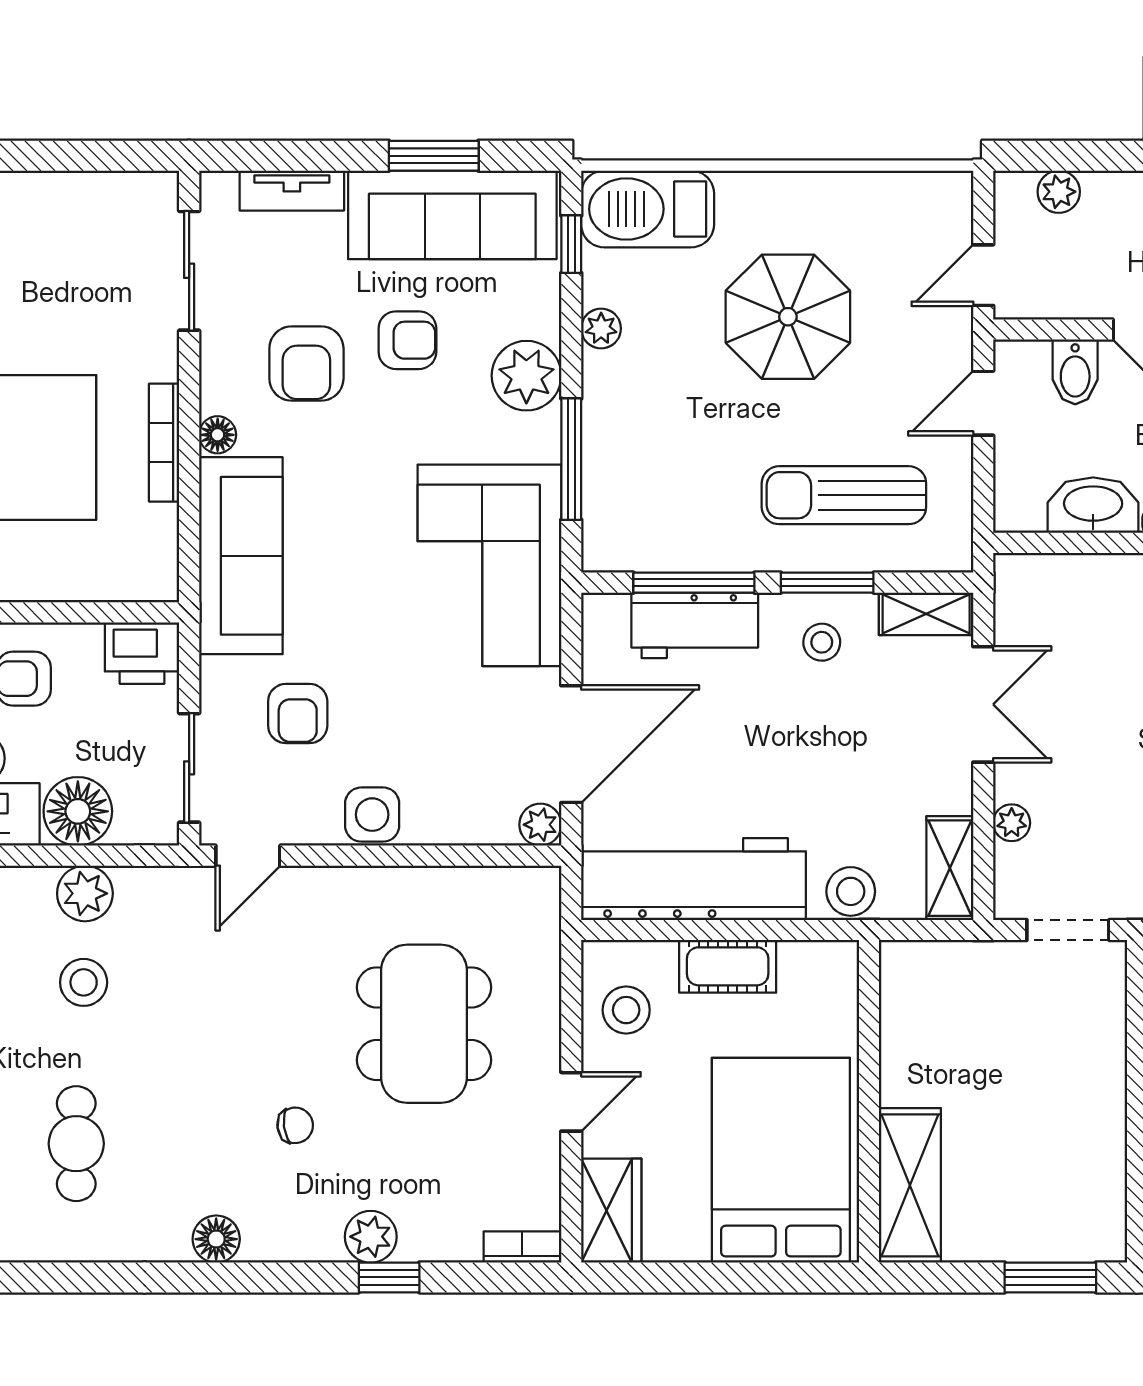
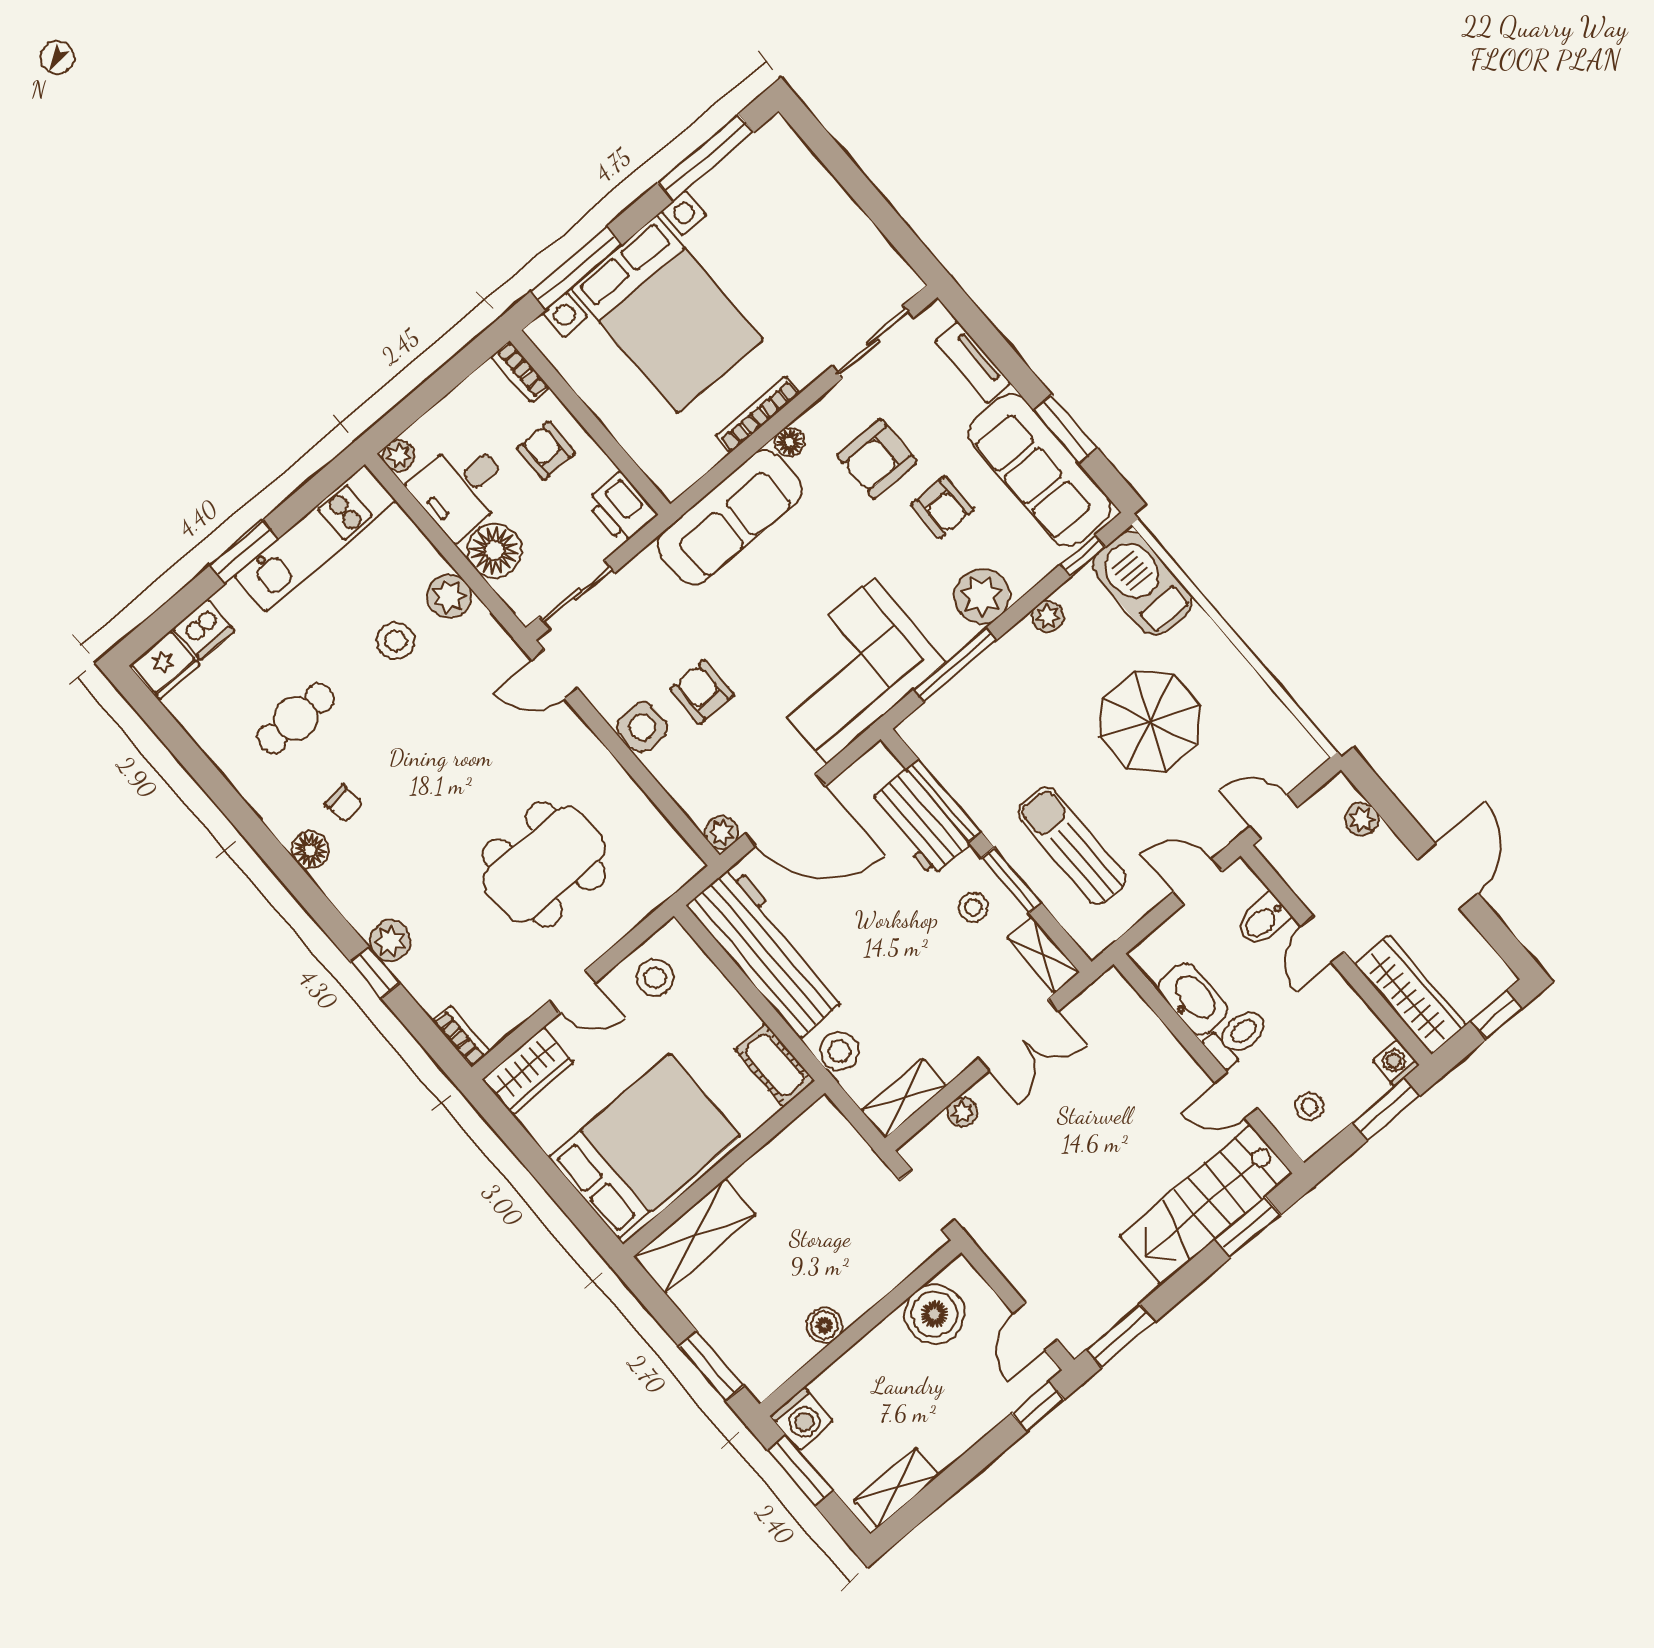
armchair: (298, 714) -> (702, 692), moved, turned 90
cot: (728, 966) -> (775, 1065), moved
chair: (295, 1125) -> (344, 804), moved
boiler: (1105, 1134) -> (824, 1325), added

